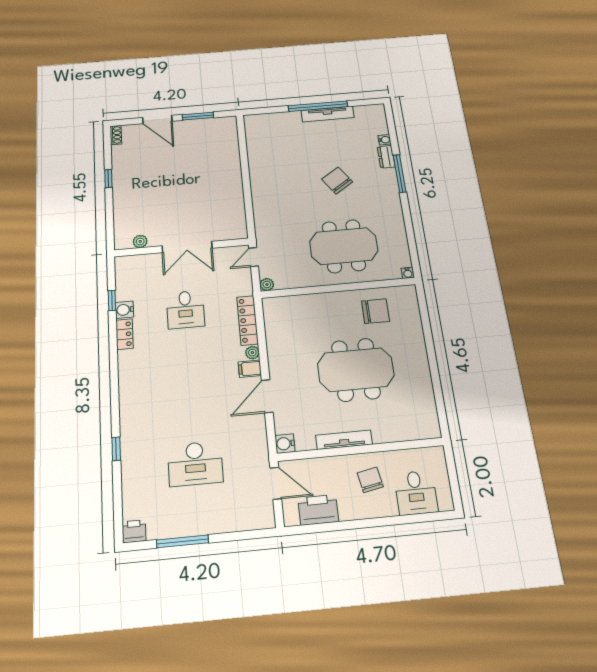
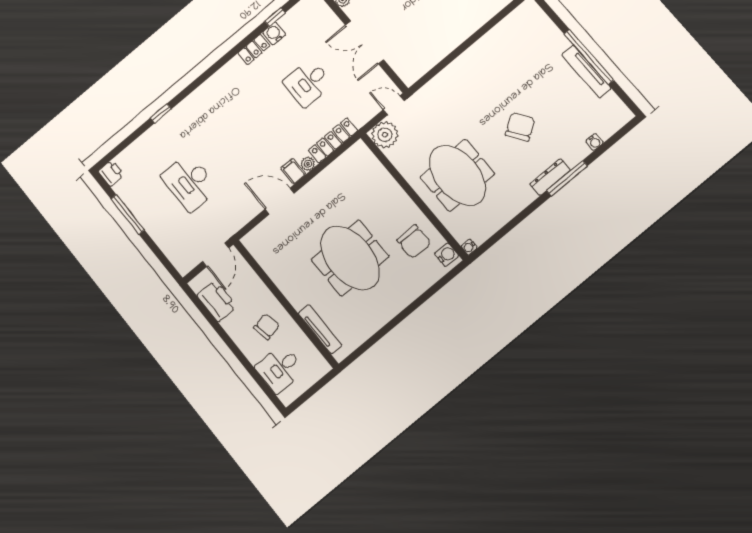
dresser: (386, 157) -> (550, 177), moved, width x1.44
plant: (267, 284) -> (385, 135), width x1.87, depth x1.87
tv unit: (344, 440) -> (320, 329), moved
water cooler: (285, 444) -> (447, 255), moved, turned 90

